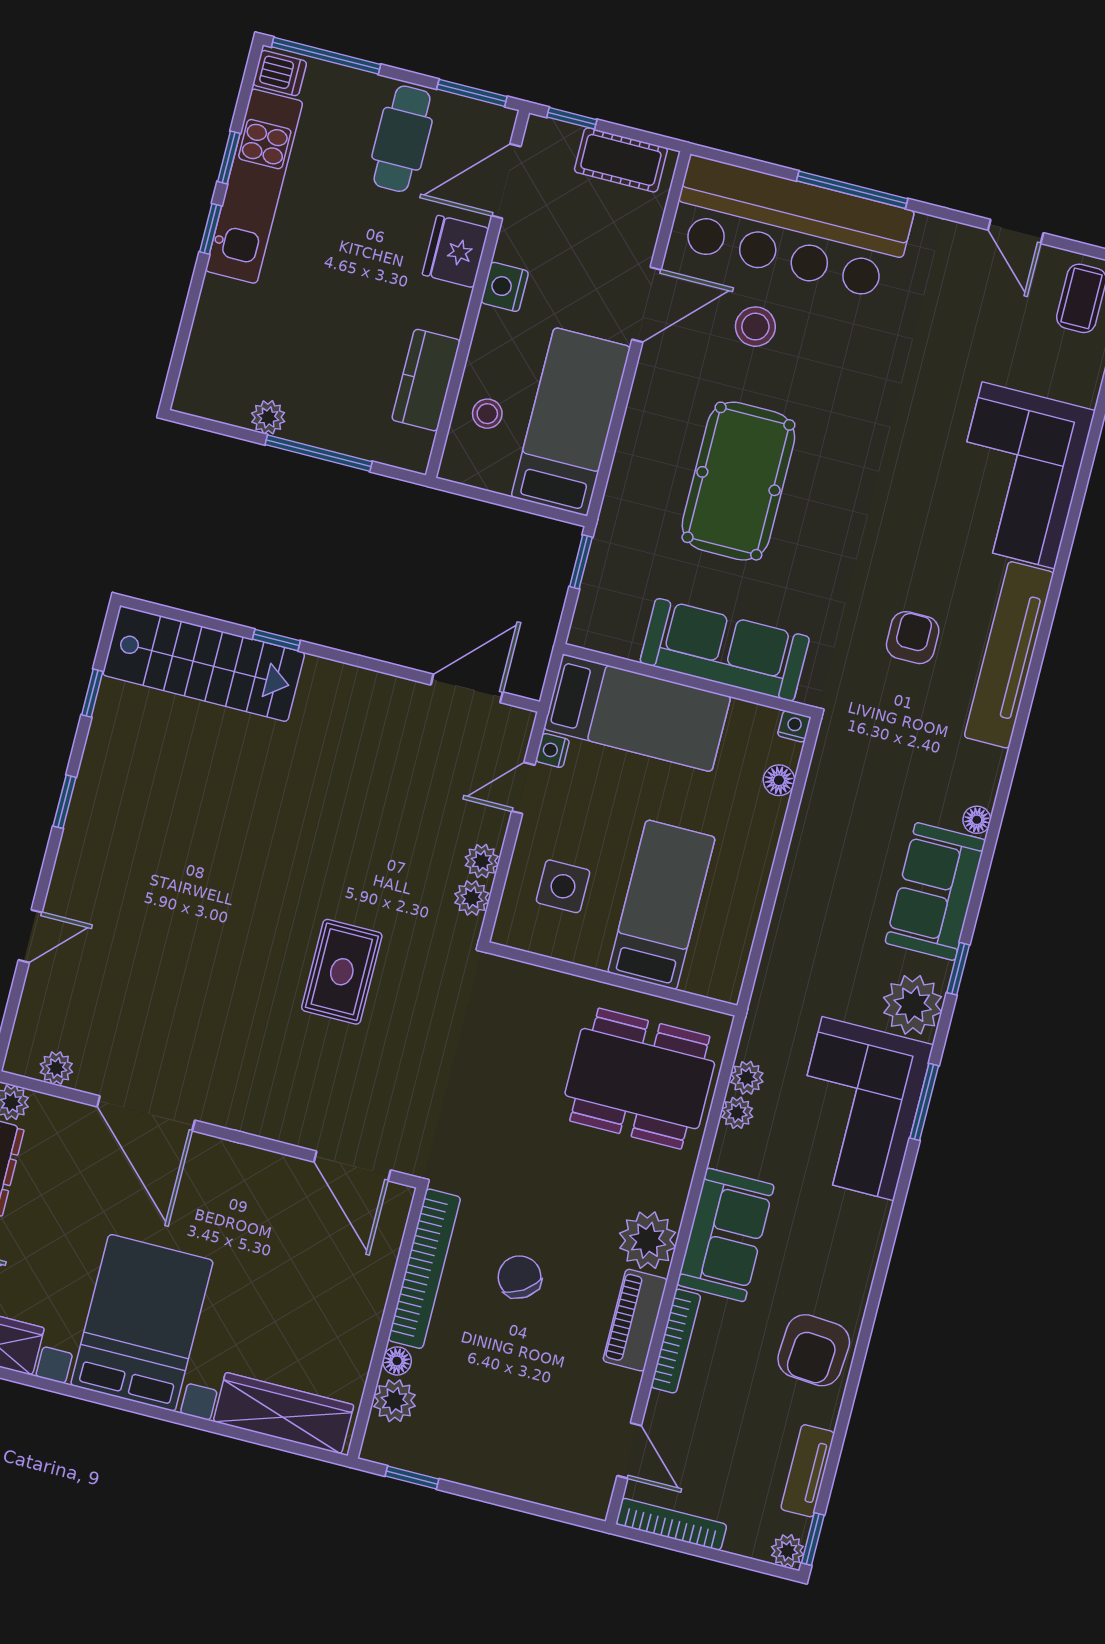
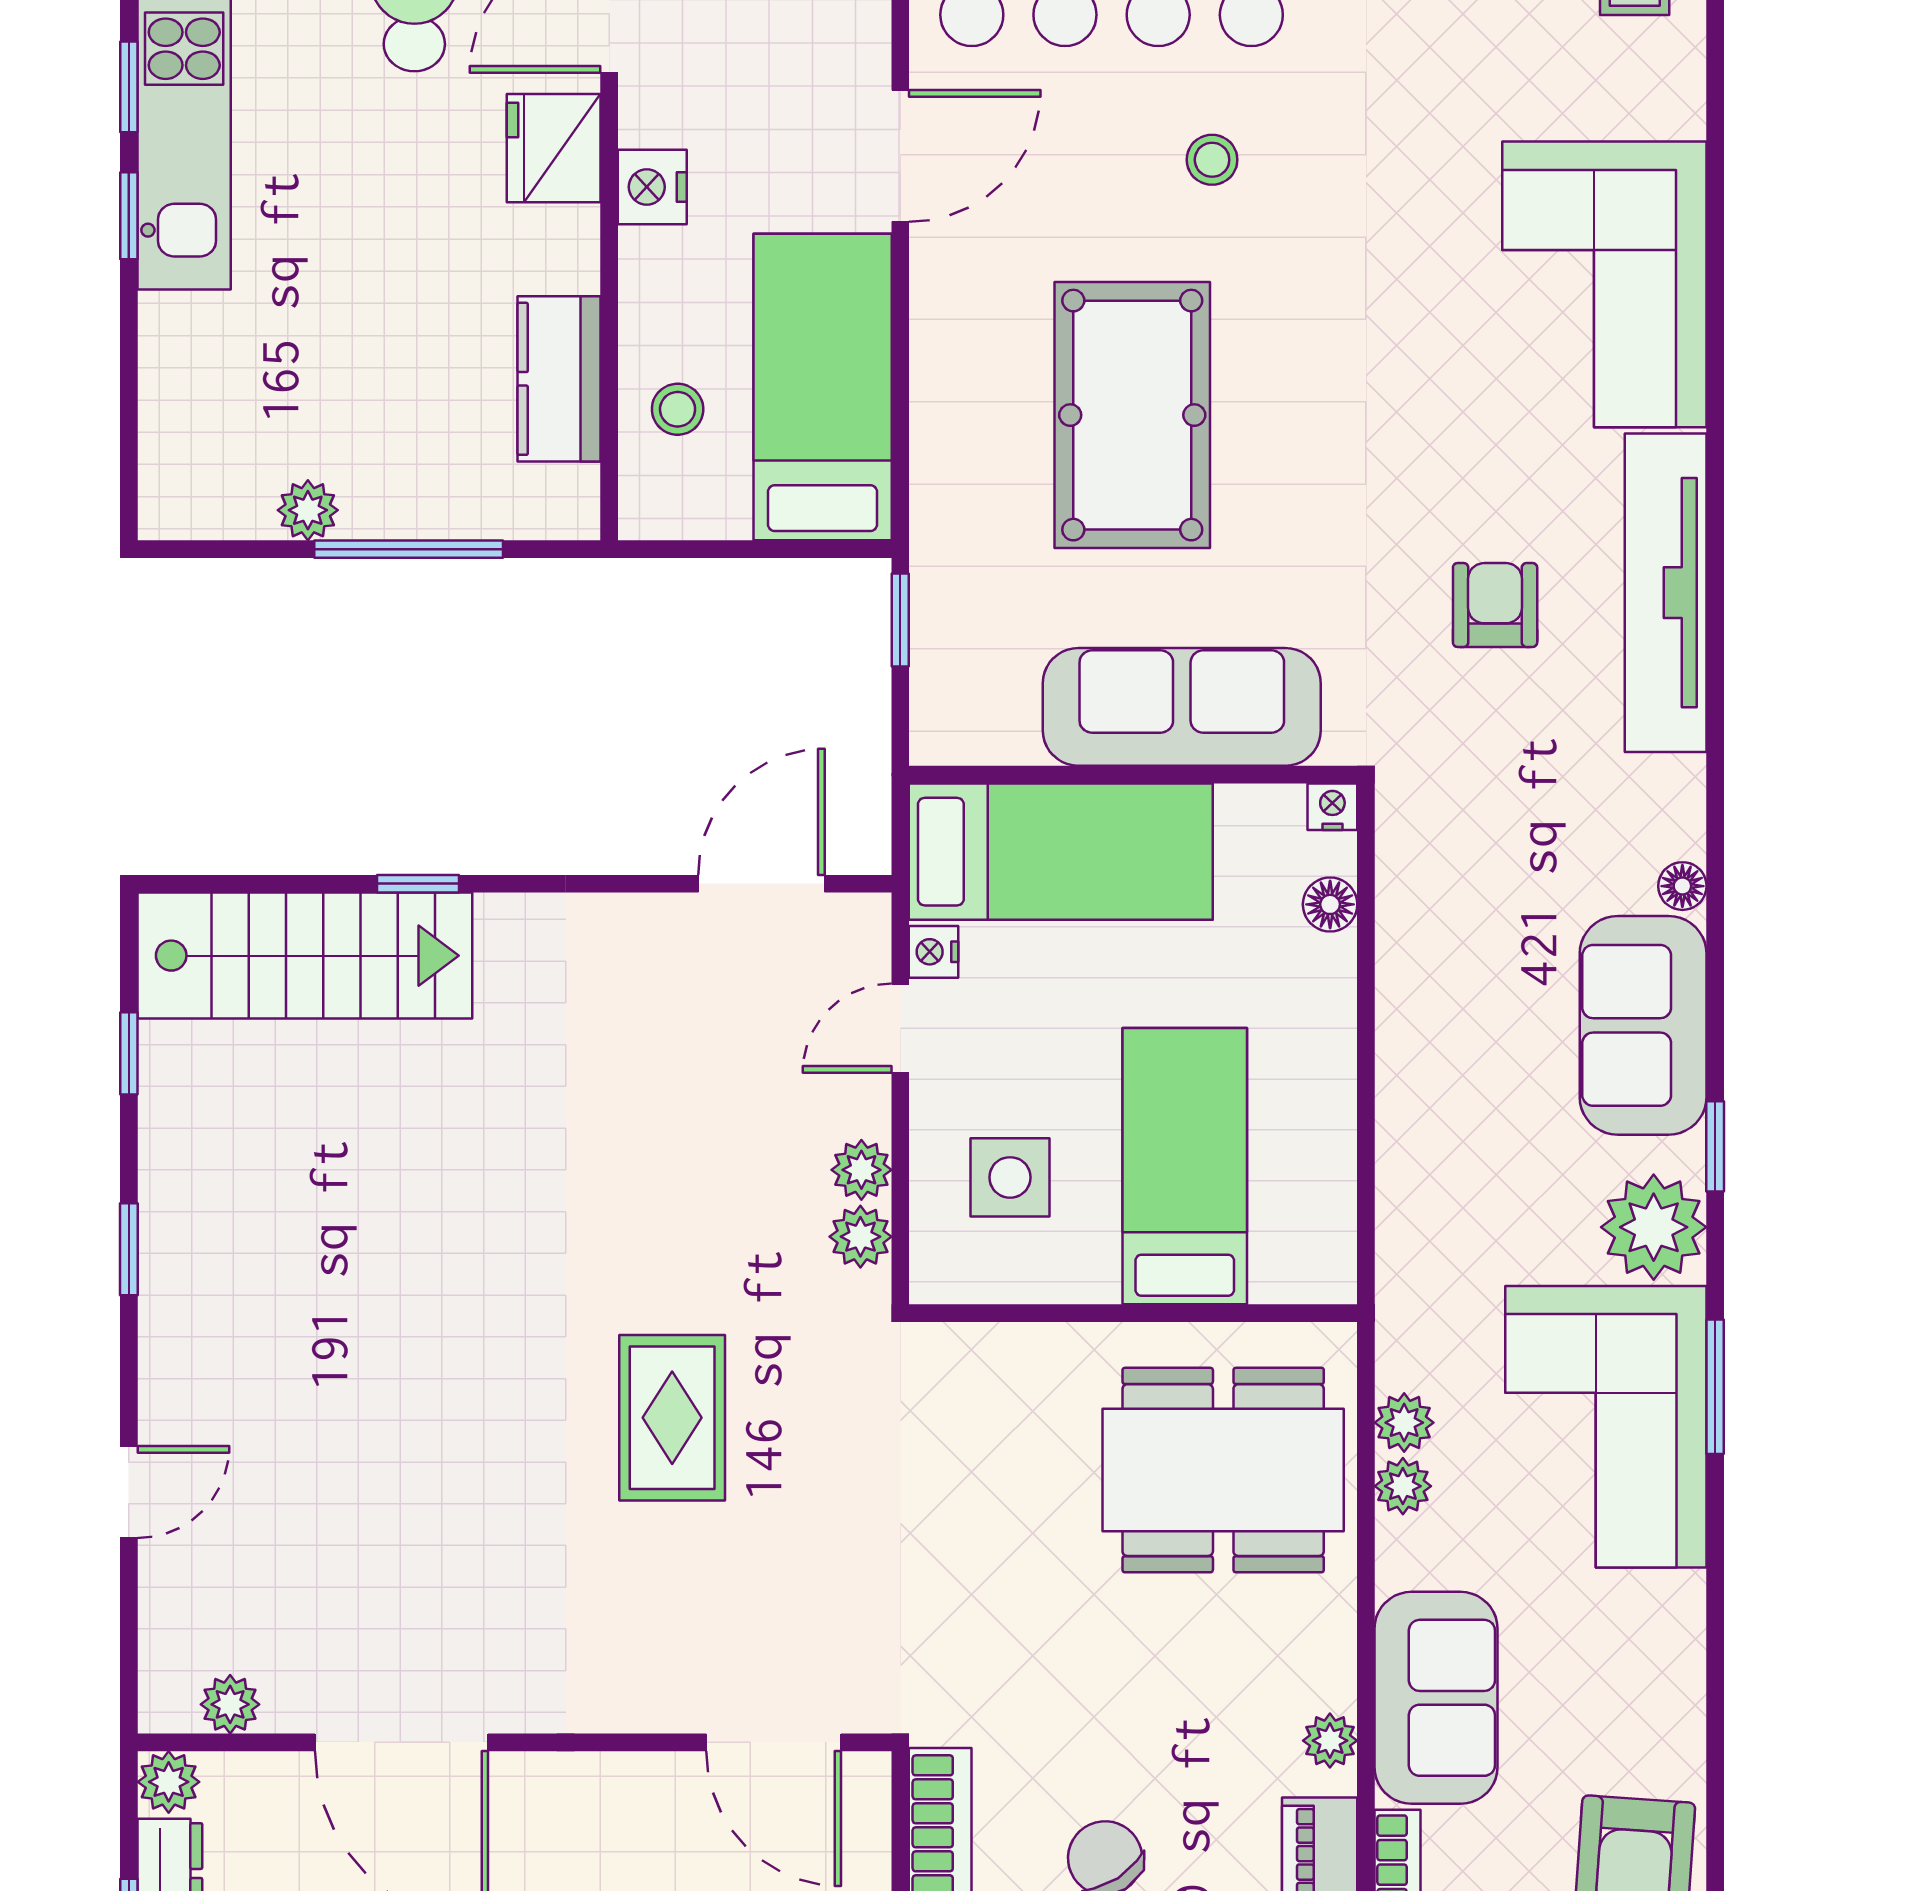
stool: (755, 327) -> (1212, 160), moved, width x0.73, depth x0.73
plant: (648, 1240) -> (1330, 1741), width x0.53, depth x0.53

